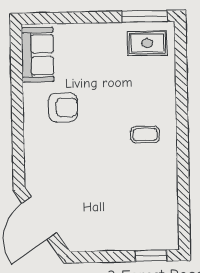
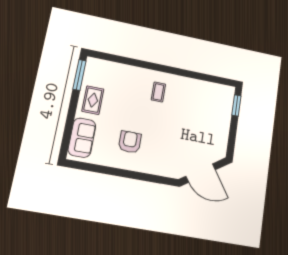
rug: (147, 43) -> (93, 100), moved
sofa: (38, 55) -> (82, 138), moved, turned 90

